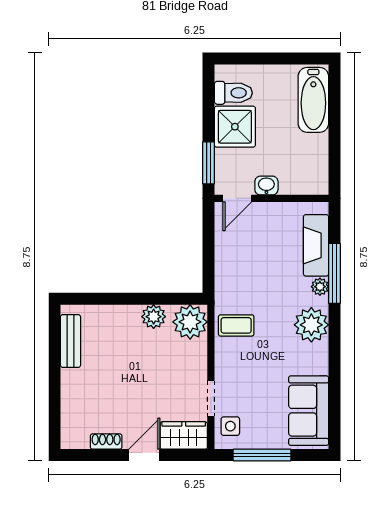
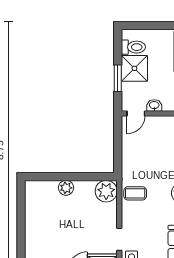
window: (209, 163) -> (118, 78), moved
plant: (154, 317) -> (66, 188), moved
bench: (70, 341) -> (31, 203), removed

